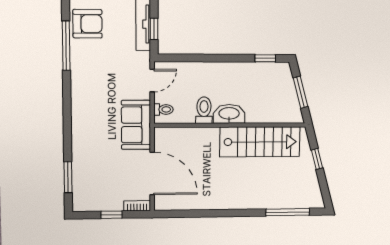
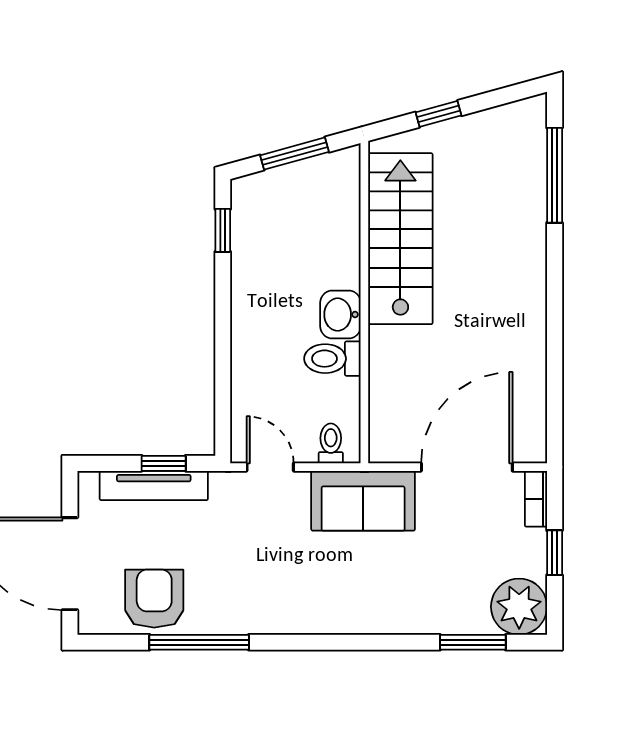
washbasin: (229, 114) -> (340, 315), width x0.72
plant: (85, 199) -> (519, 607), added

